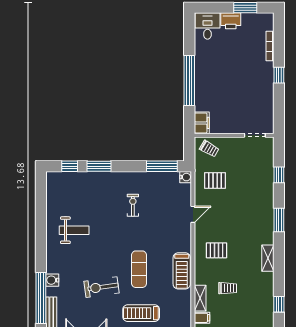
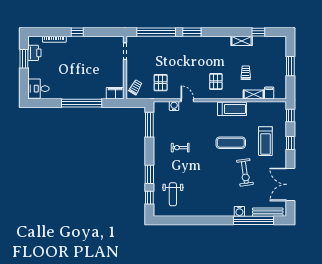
printer: (231, 21) -> (34, 53), moved
window: (279, 175) -> (156, 32), width x3.17
water cooler: (186, 177) -> (174, 106), moved
weight bench: (74, 230) -> (173, 194), moved, turned 180
shelving: (268, 258) -> (242, 41), moved

